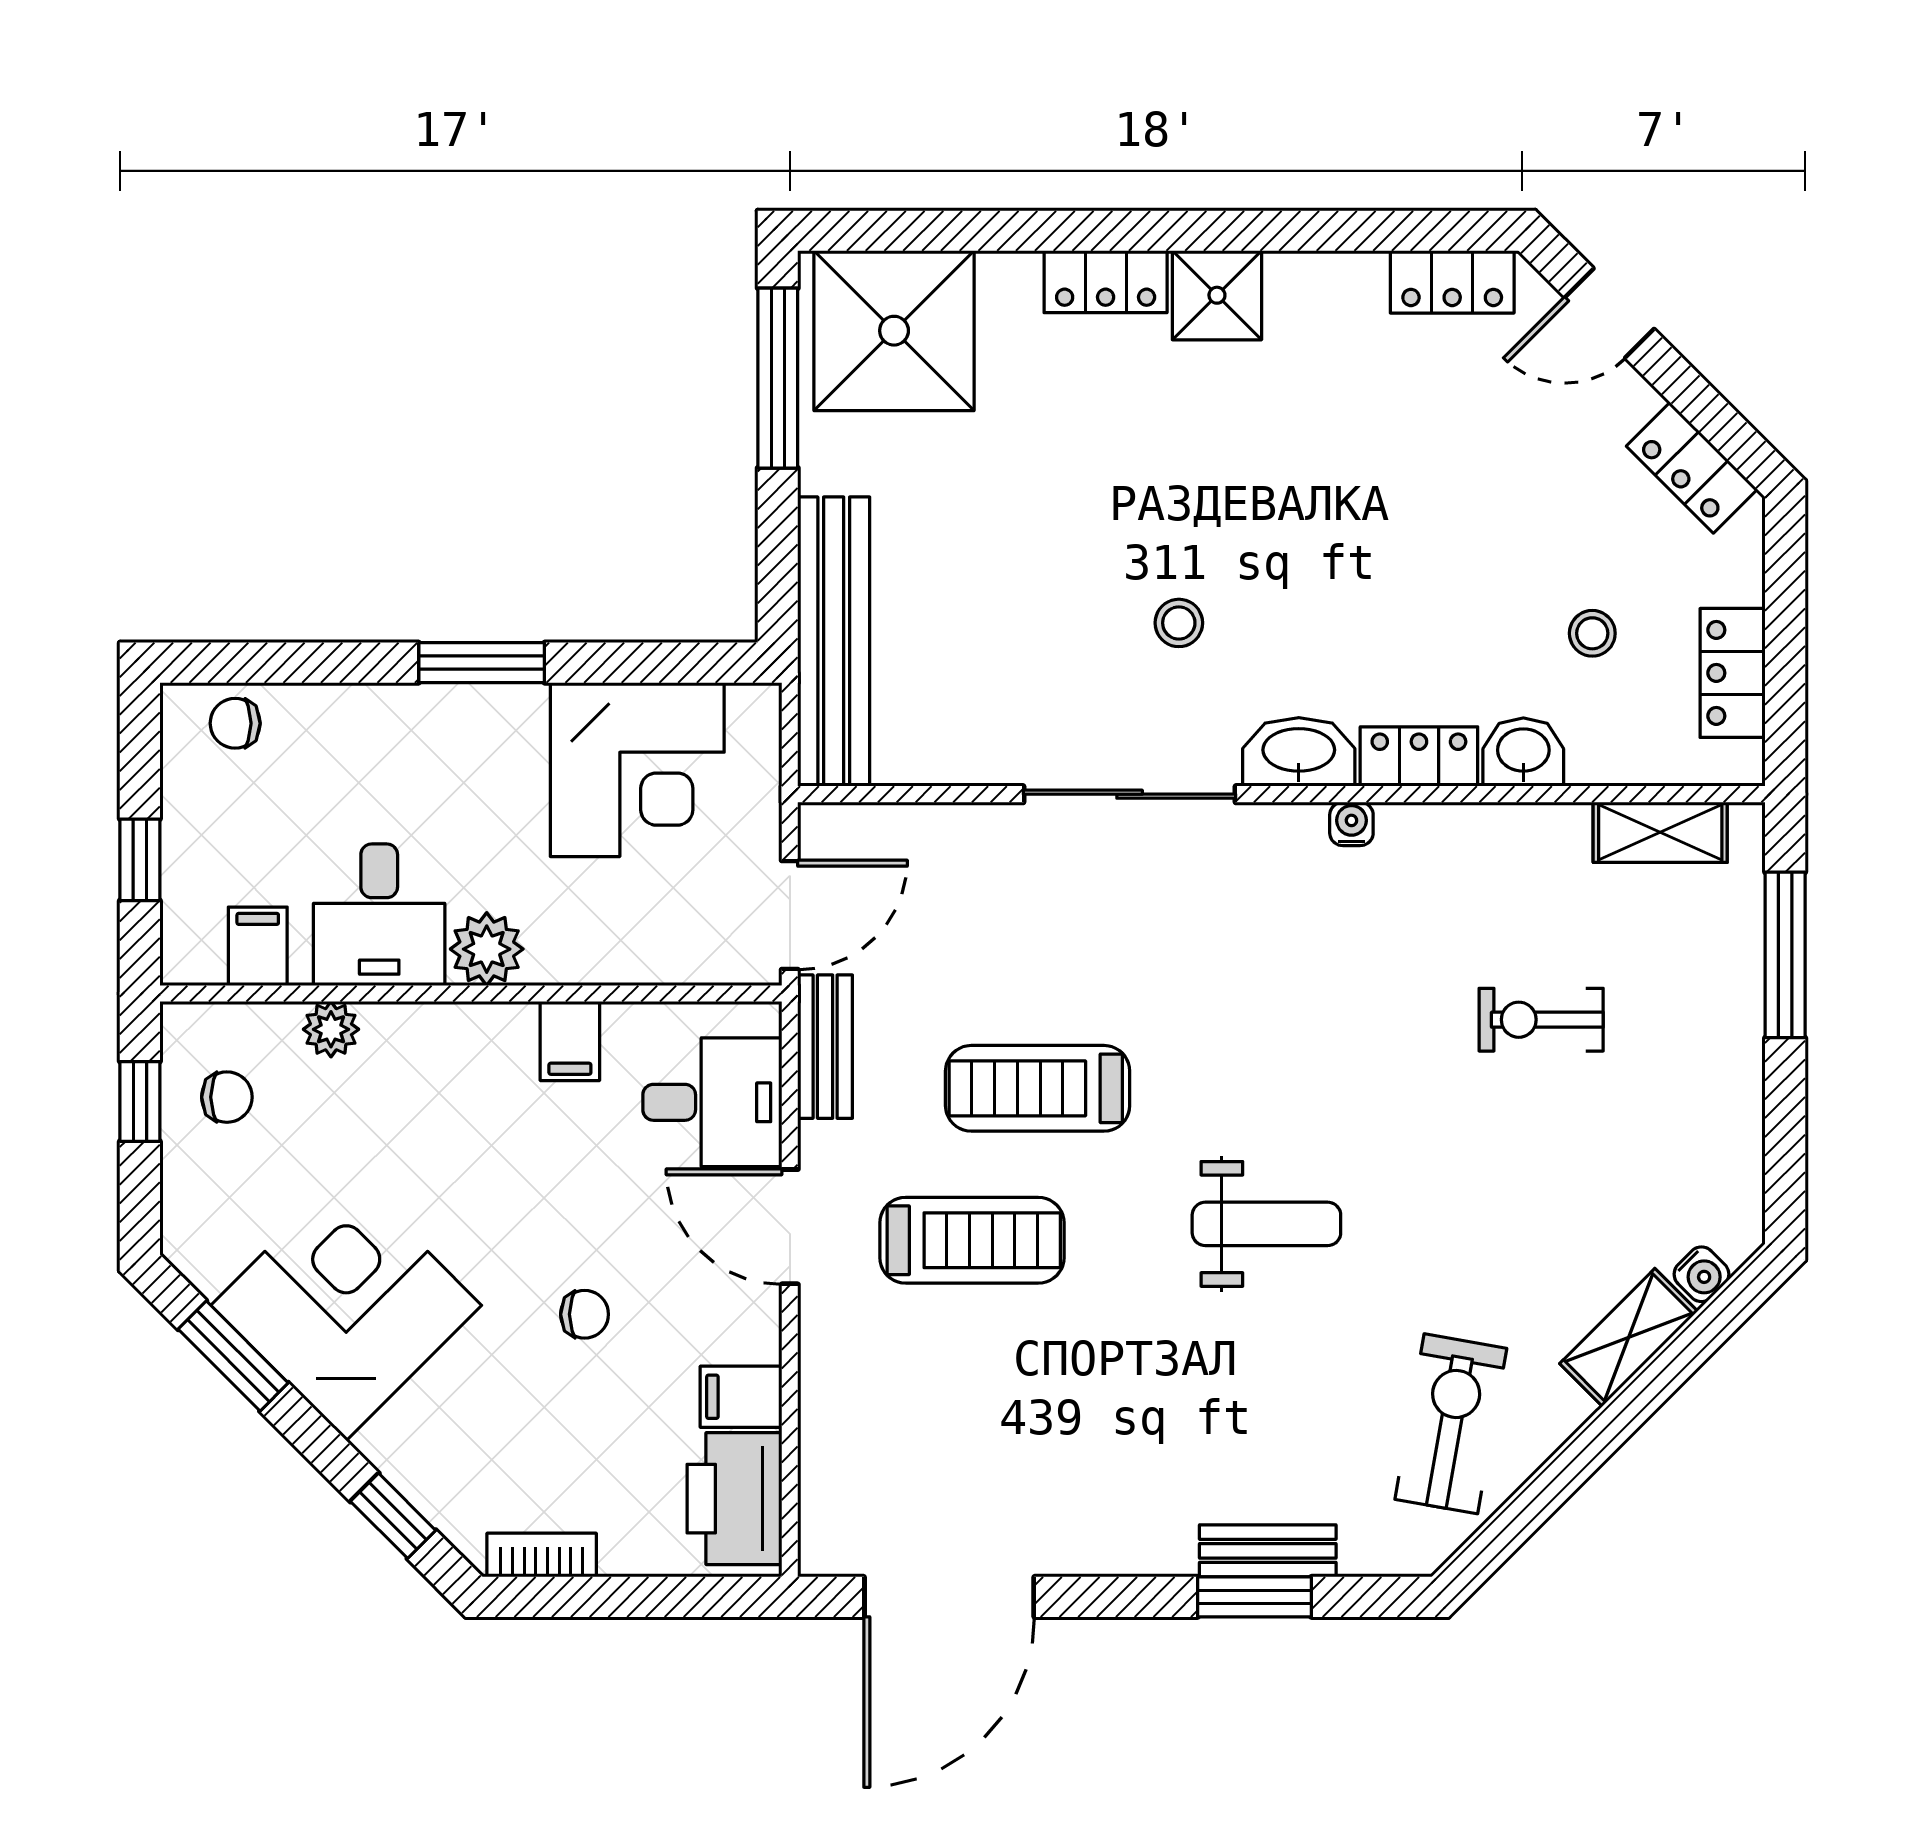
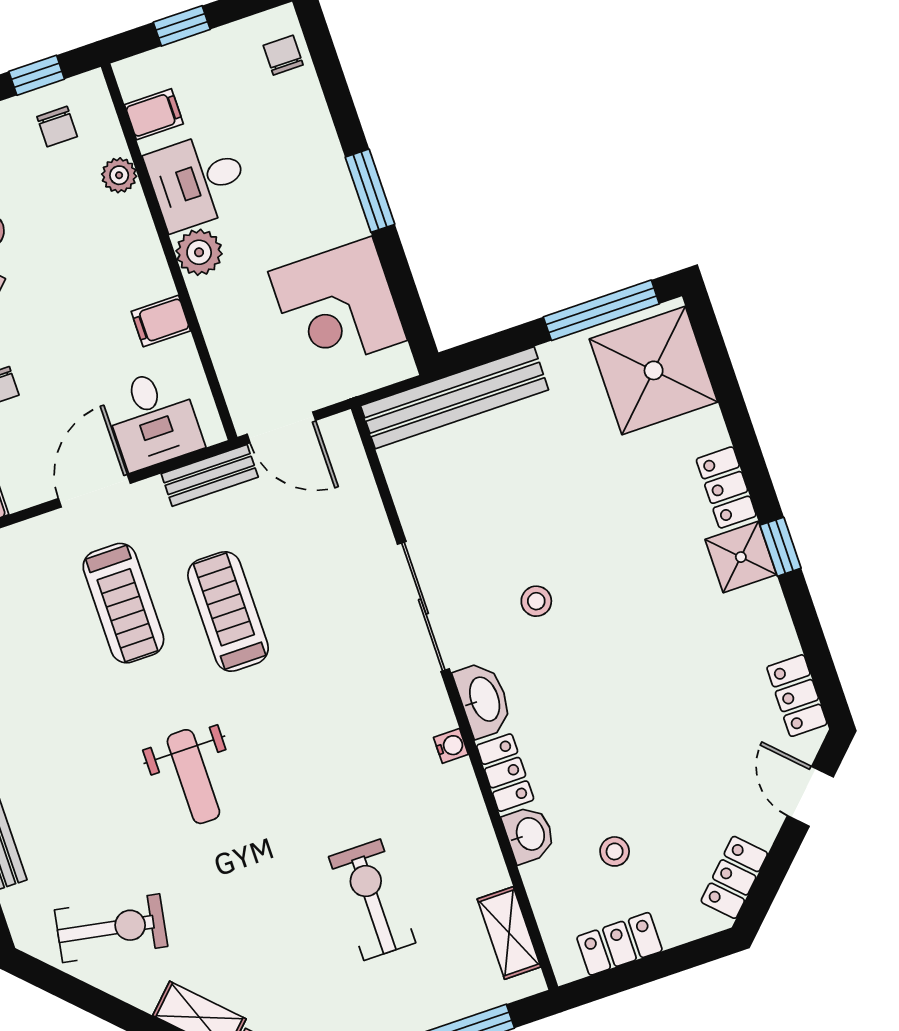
window: (1222, 231) -> (781, 547), added
exercise bike: (1541, 1020) -> (372, 900), width x1.38, depth x1.39

